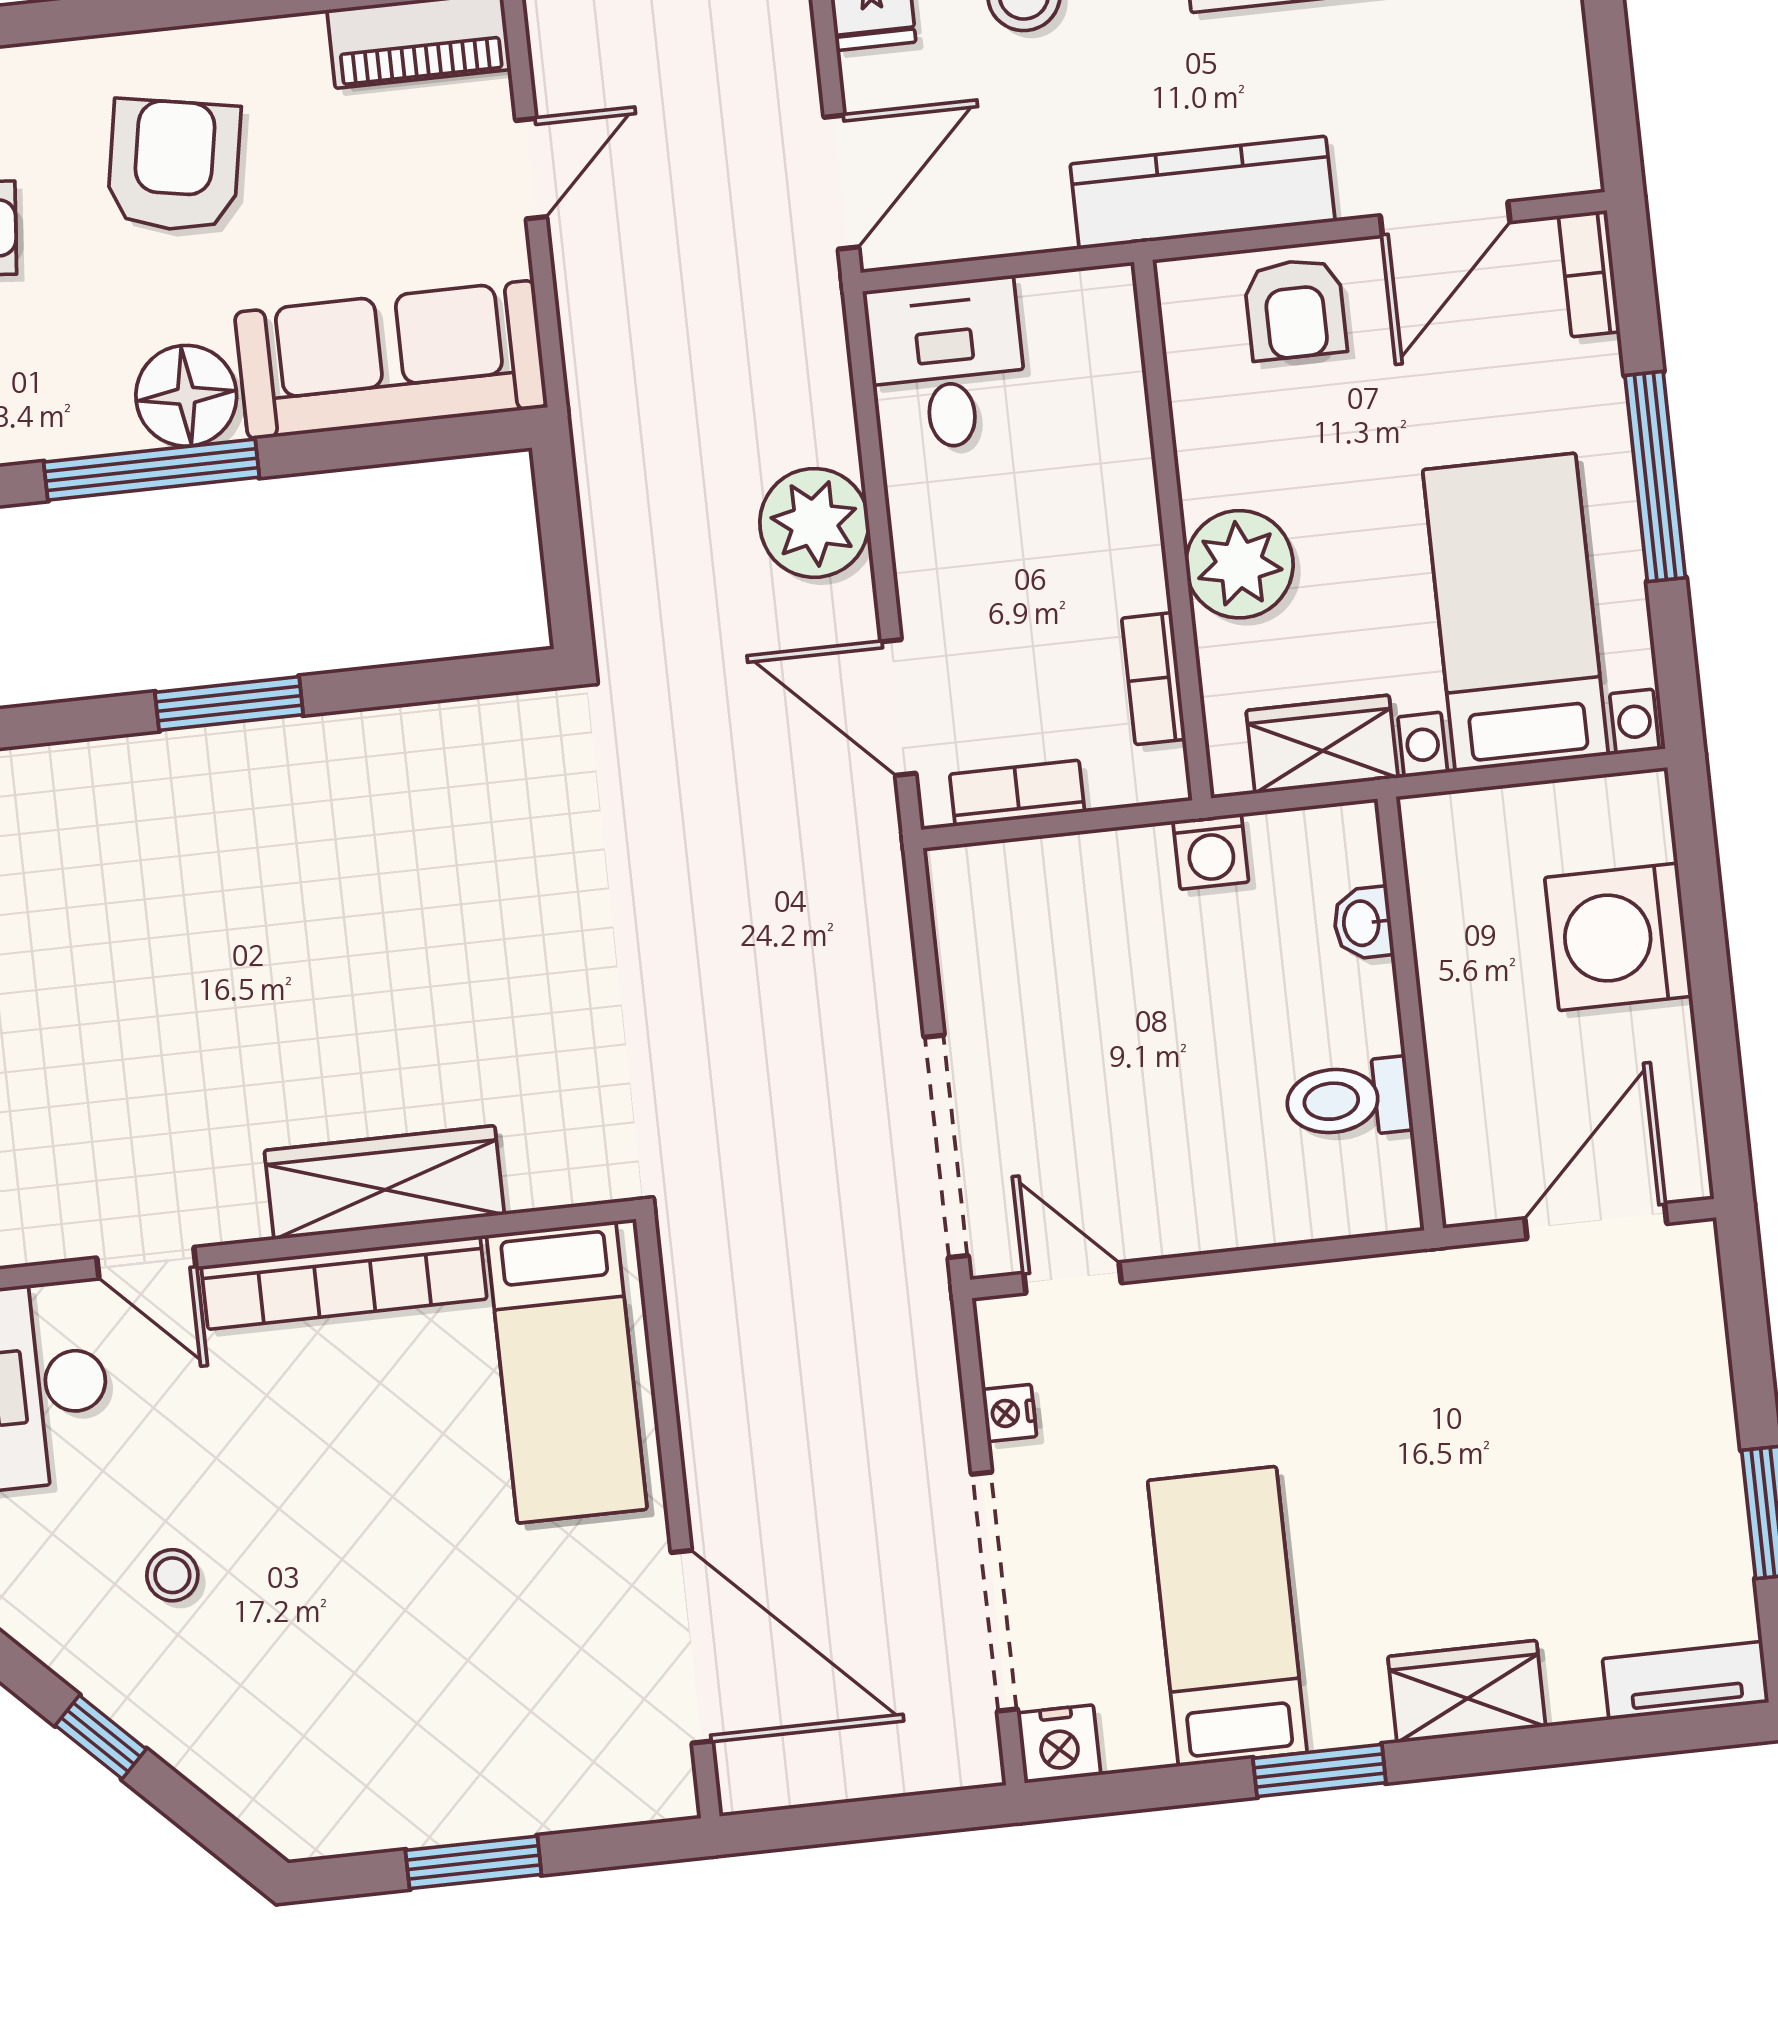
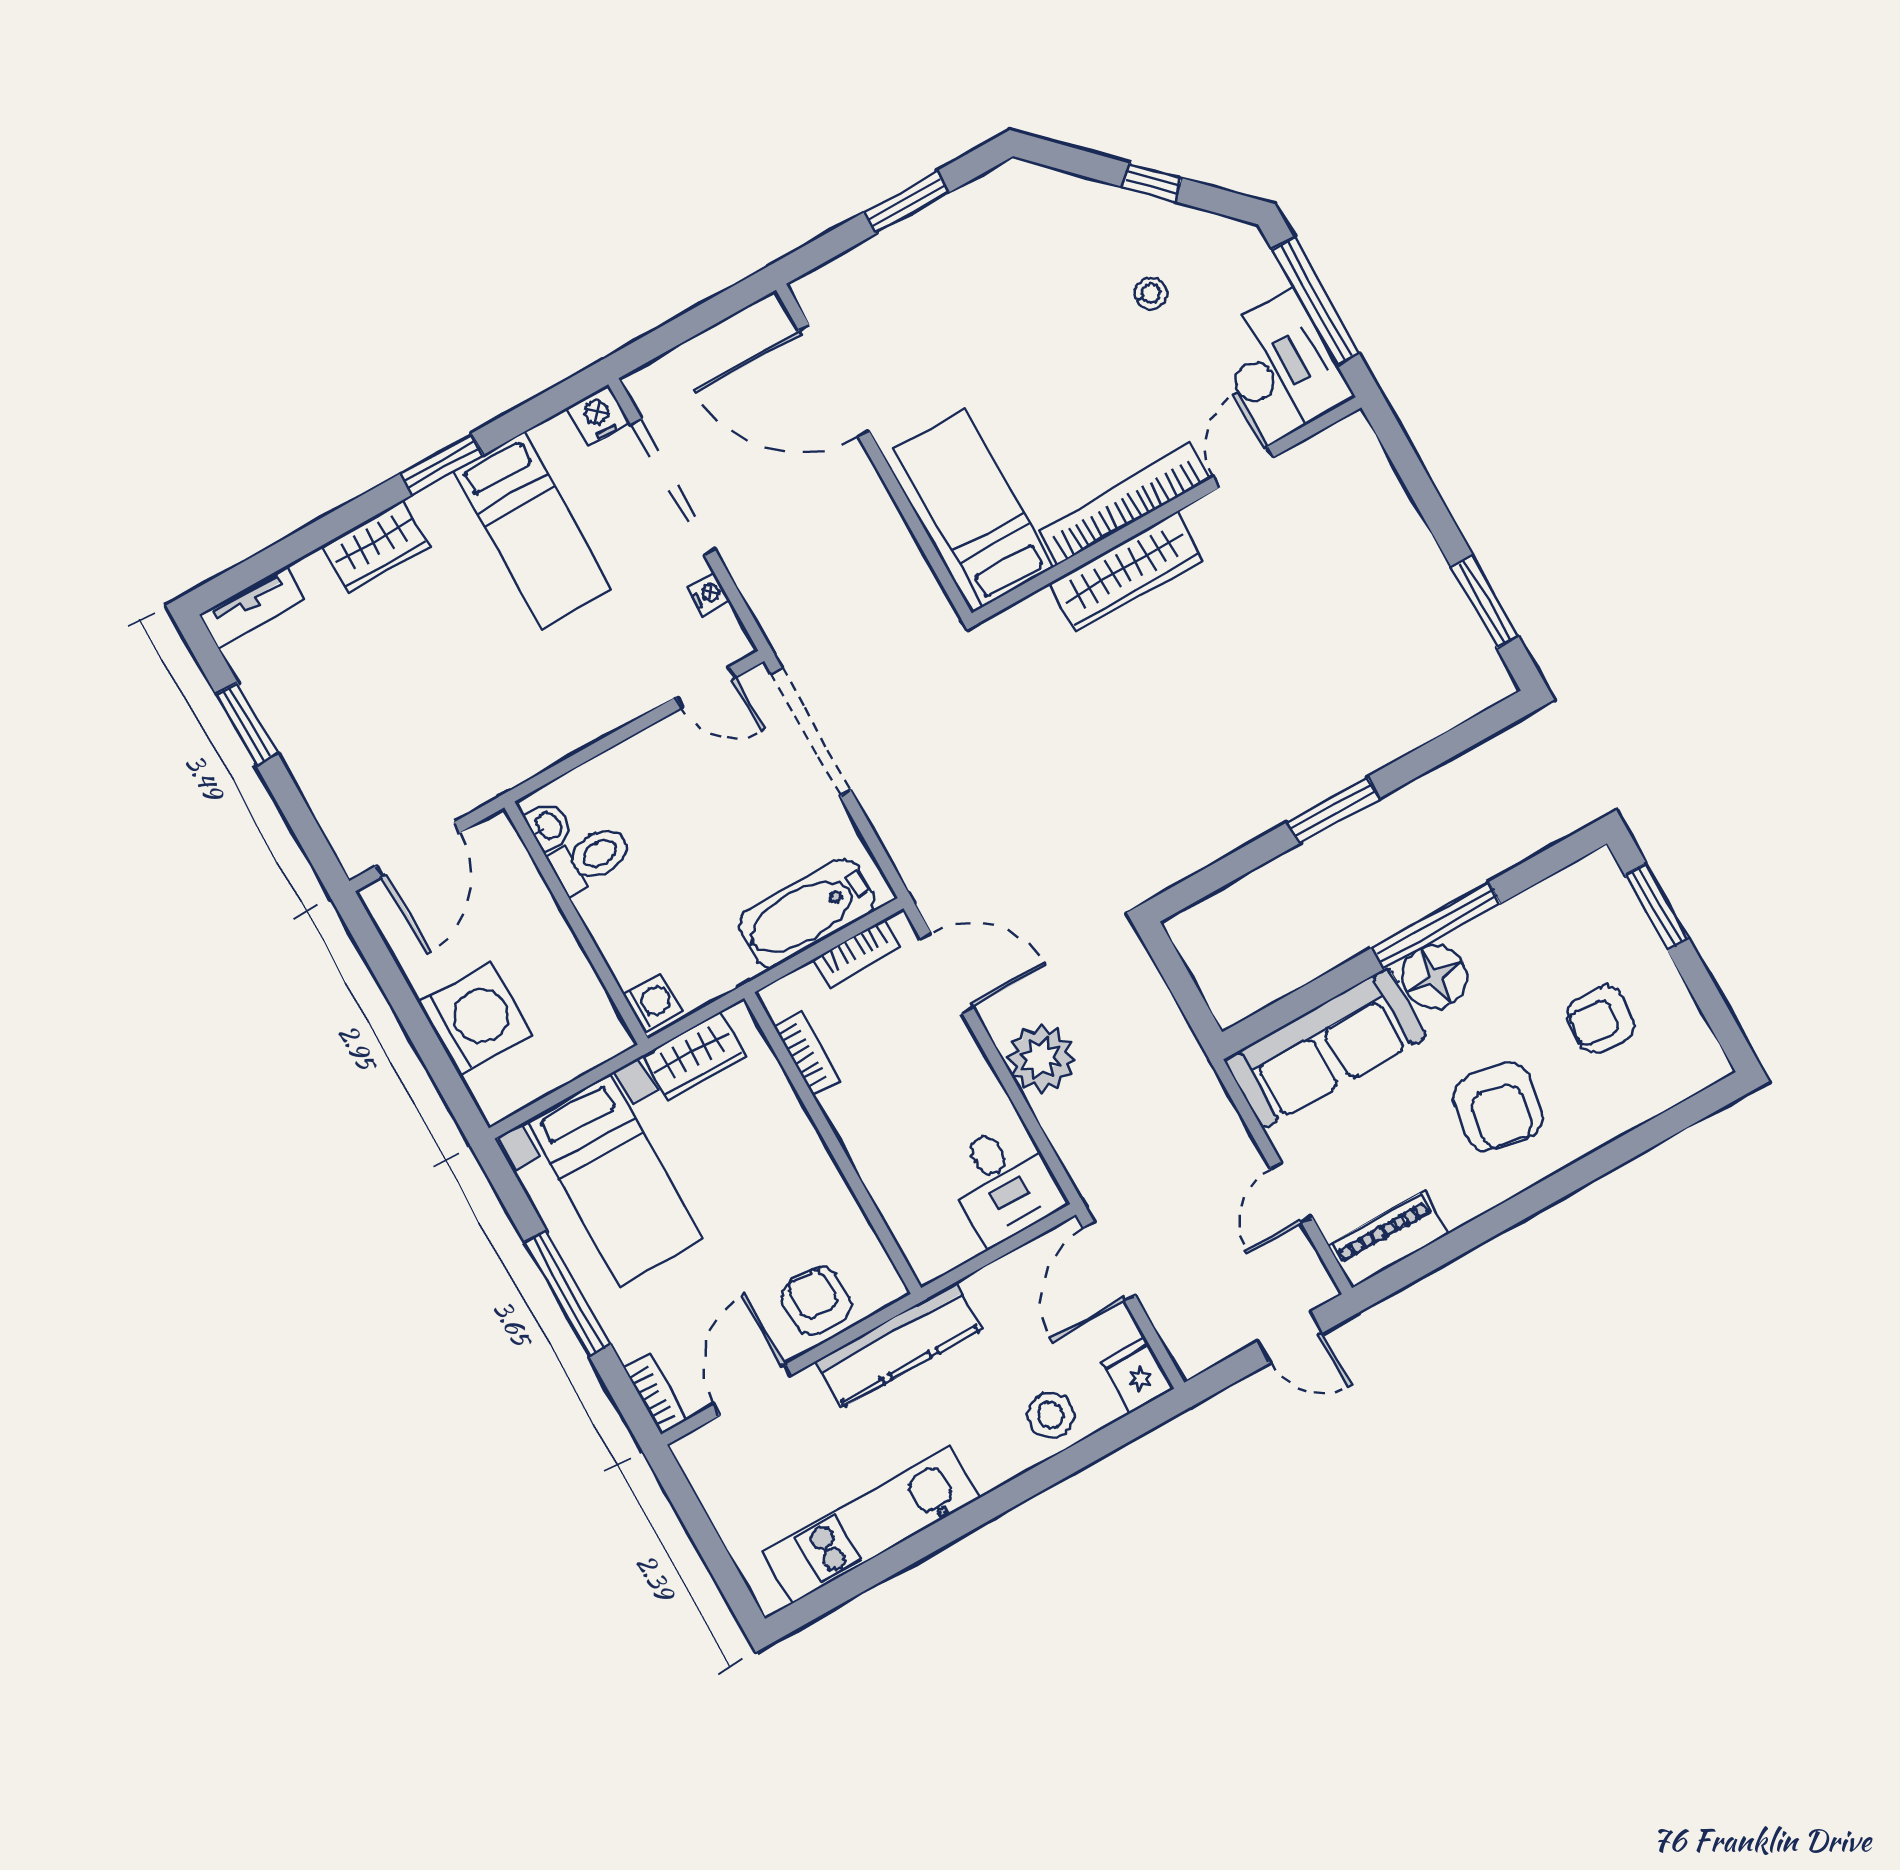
plant: (1239, 564) -> (786, 1140), removed
washing machine: (1211, 852) -> (652, 1003), moved, turned 90
bathtub: (1065, 884) -> (807, 913), added
washbasin: (1363, 923) -> (548, 826), moved
door: (146, 1263) -> (1243, 467), hinge flipped

